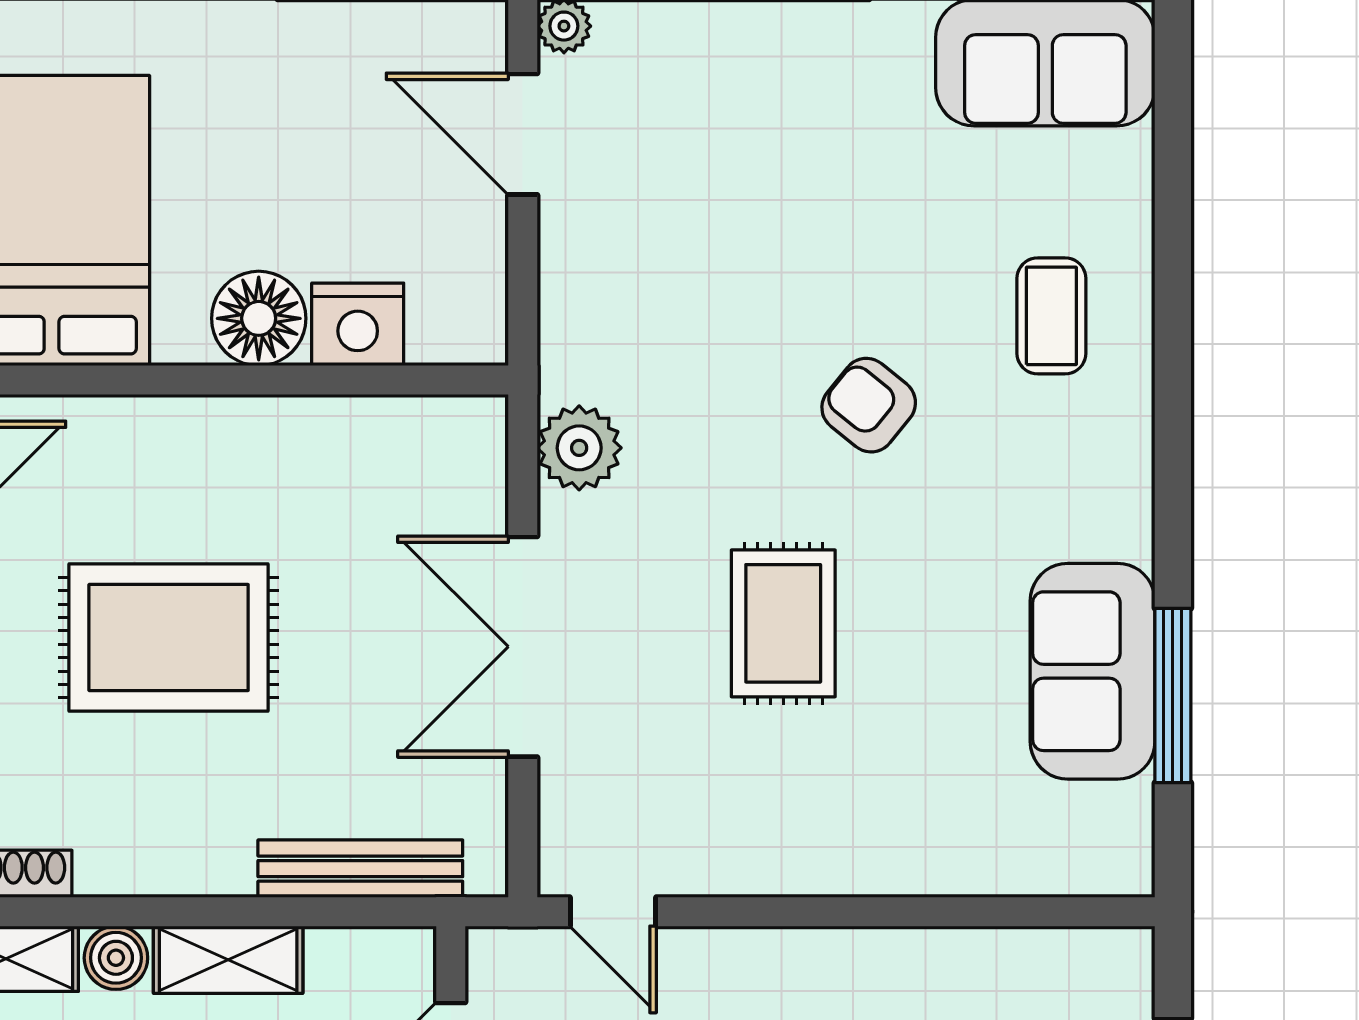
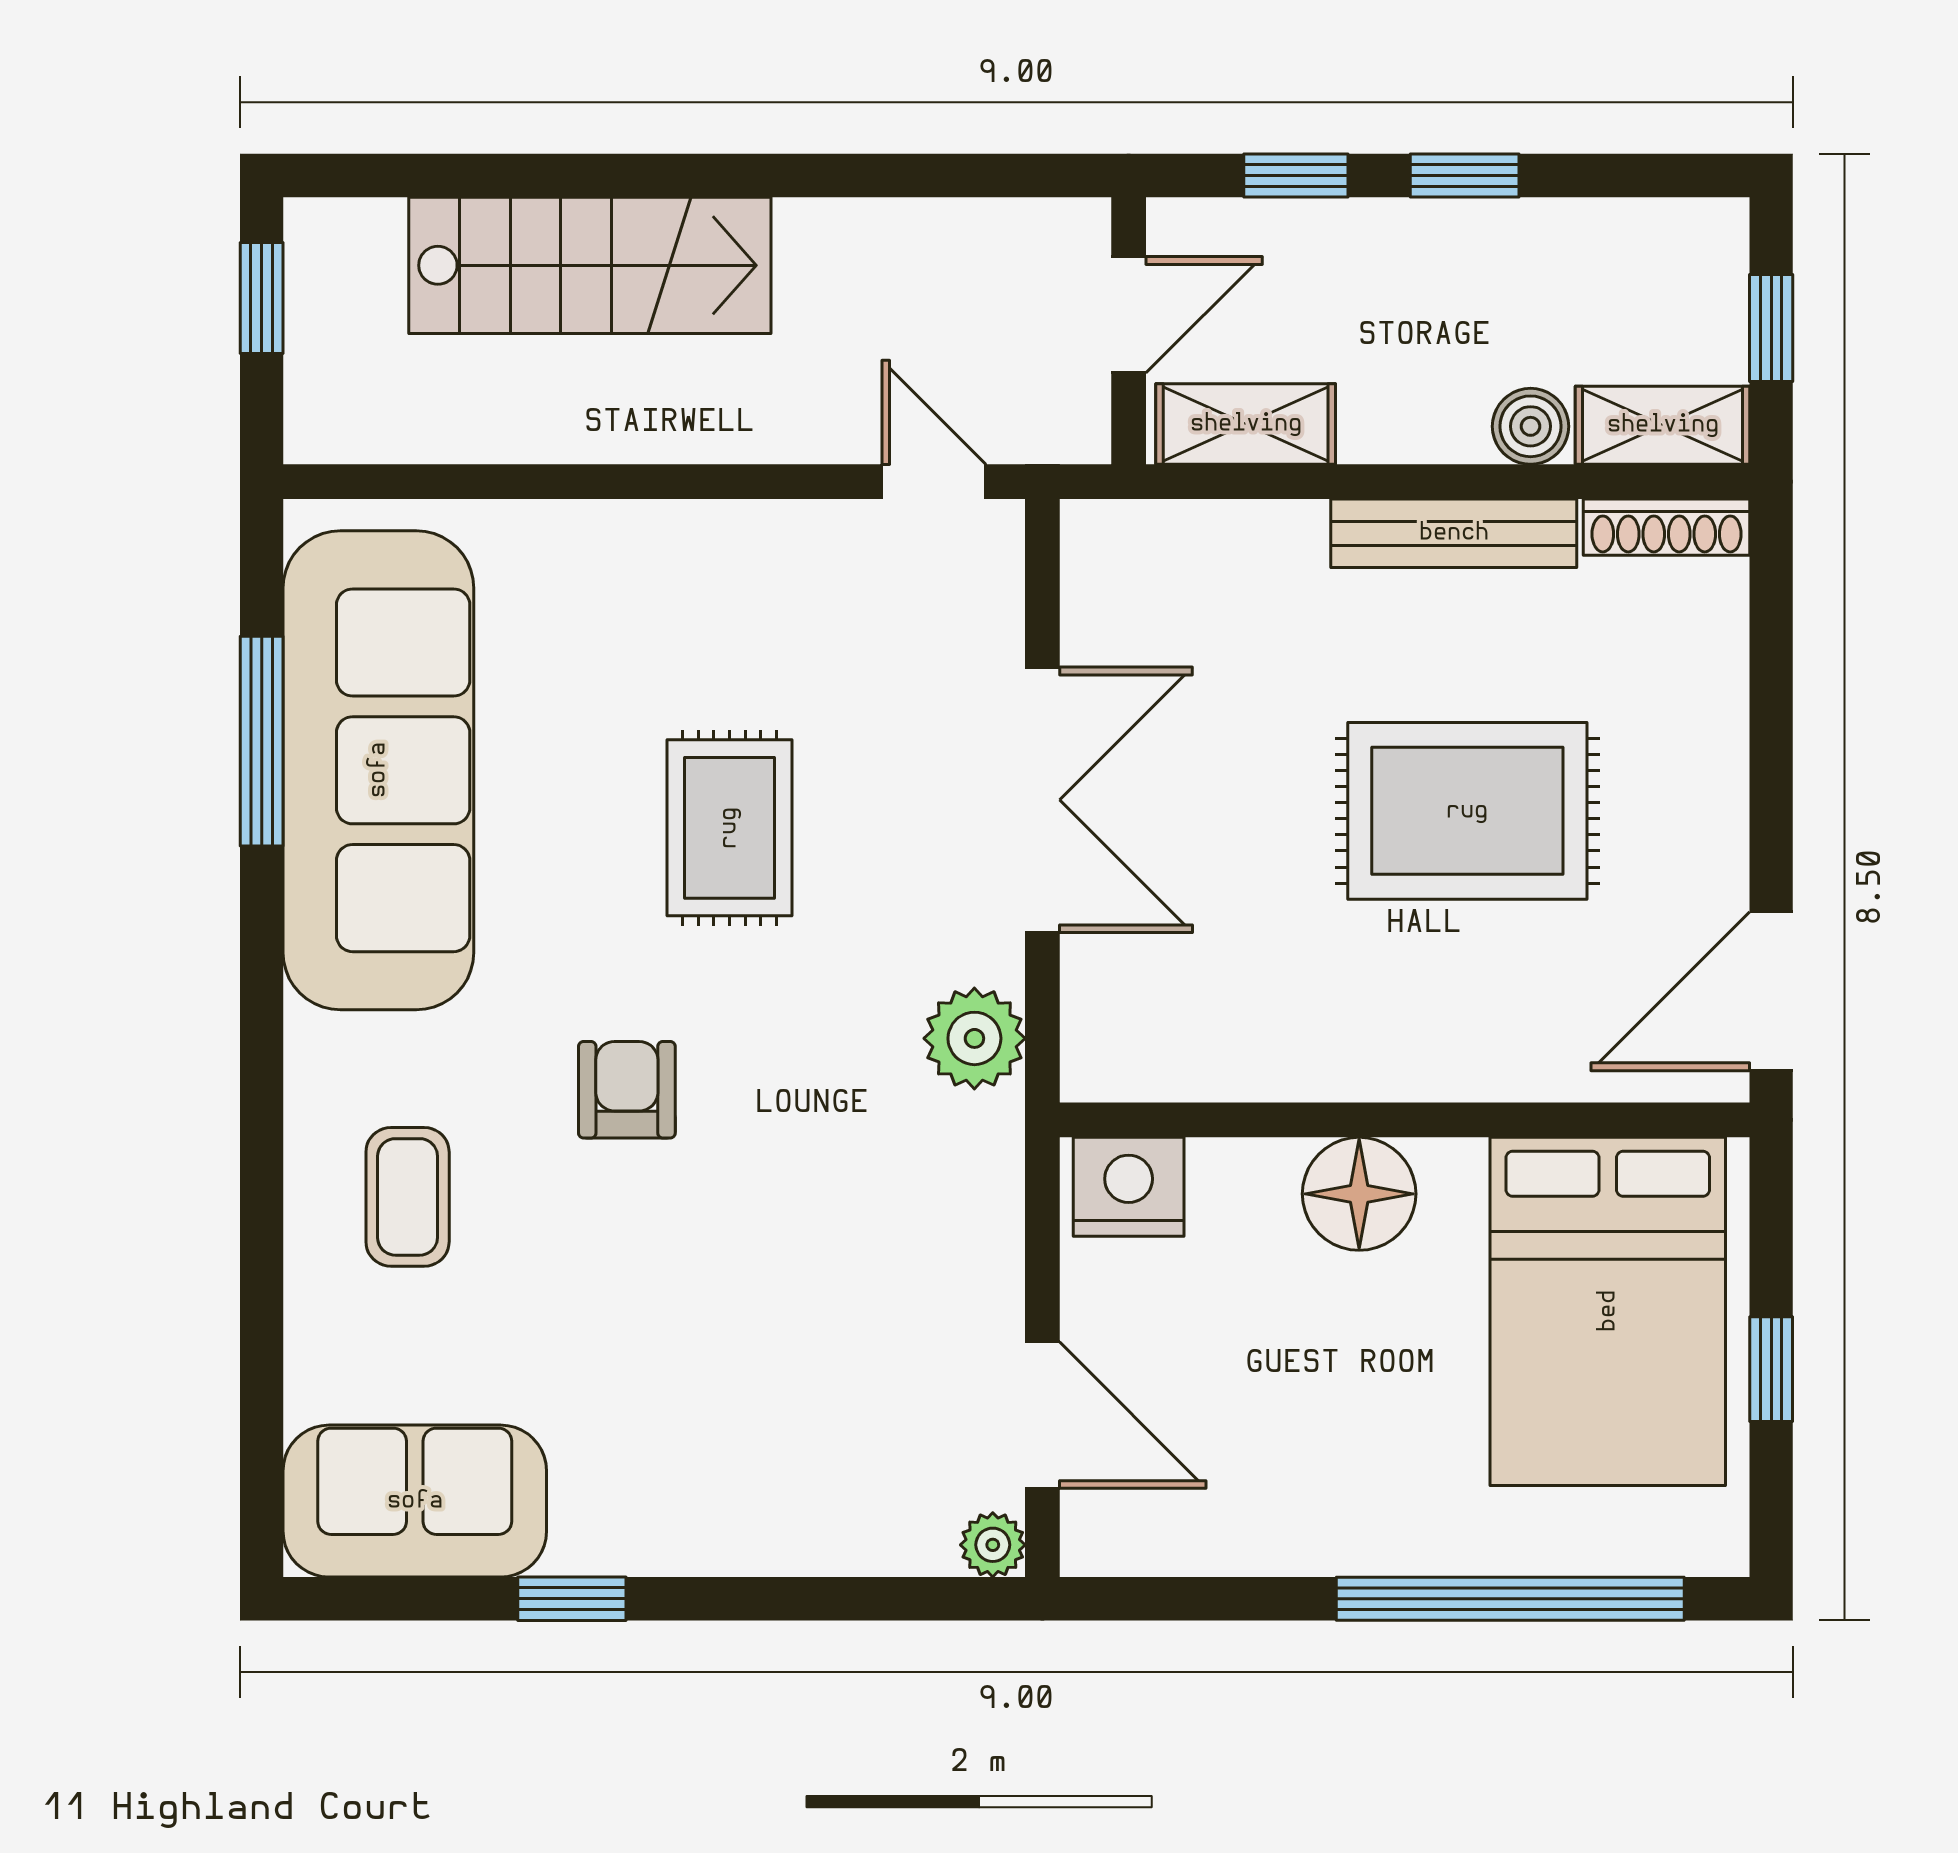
nightstand: (358, 324) -> (1129, 1187), moved
armchair: (869, 405) -> (627, 1090), turned -129
sofa: (1093, 671) -> (378, 770), width x1.85, depth x1.27
bench: (360, 869) -> (1454, 533), moved
shelving: (228, 960) -> (1246, 424), moved

